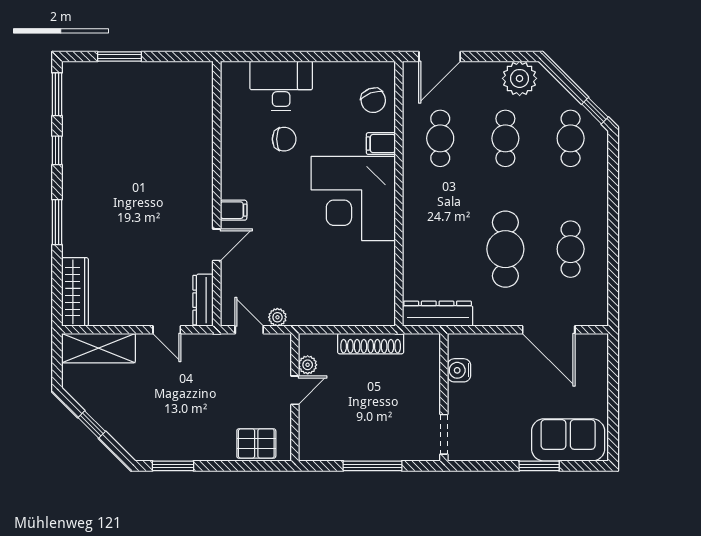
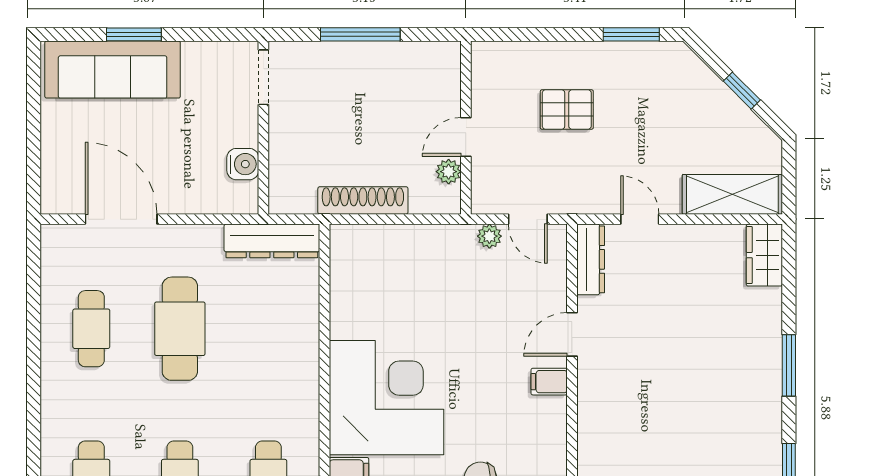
wardrobe: (75, 292) -> (764, 255), width x0.67
sofa: (568, 440) -> (113, 69), width x1.36
pallet: (256, 443) -> (567, 110), moved

